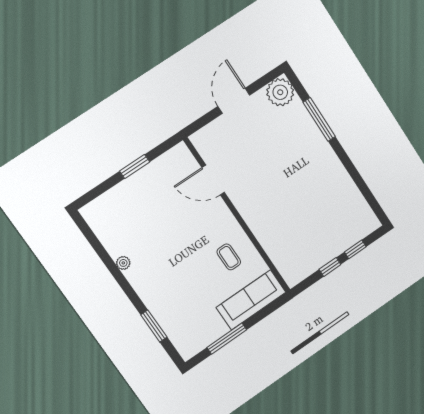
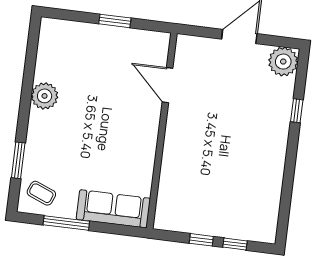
window: (319, 119) -> (297, 111), width x0.46
coffee table: (229, 257) -> (41, 193), moved, turned -68
plant: (123, 263) -> (45, 96), width x1.88, depth x1.88

